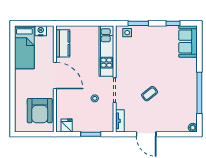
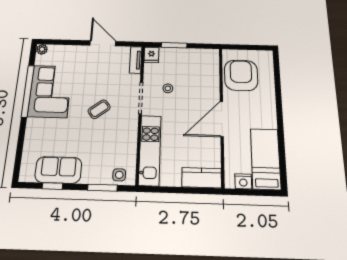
sofa: (188, 41) -> (58, 170), moved, turned -90
kitchen counter: (63, 43) -> (202, 178), moved, turned 90
door: (55, 76) -> (222, 119), hinge flipped
corner sofa: (183, 93) -> (50, 91), added
coffee table: (150, 94) -> (99, 109), moved
fridge: (67, 125) -> (151, 55), moved

